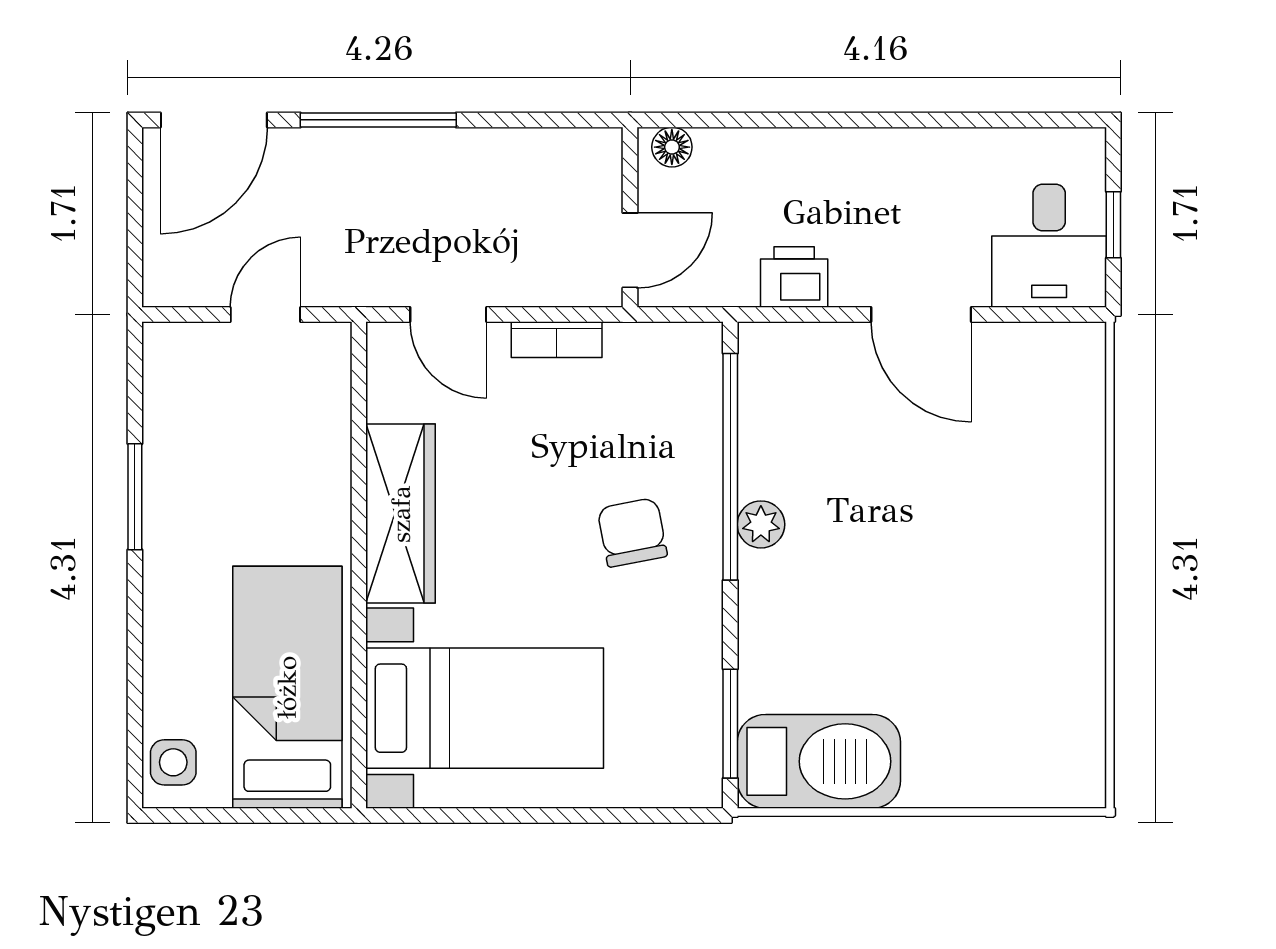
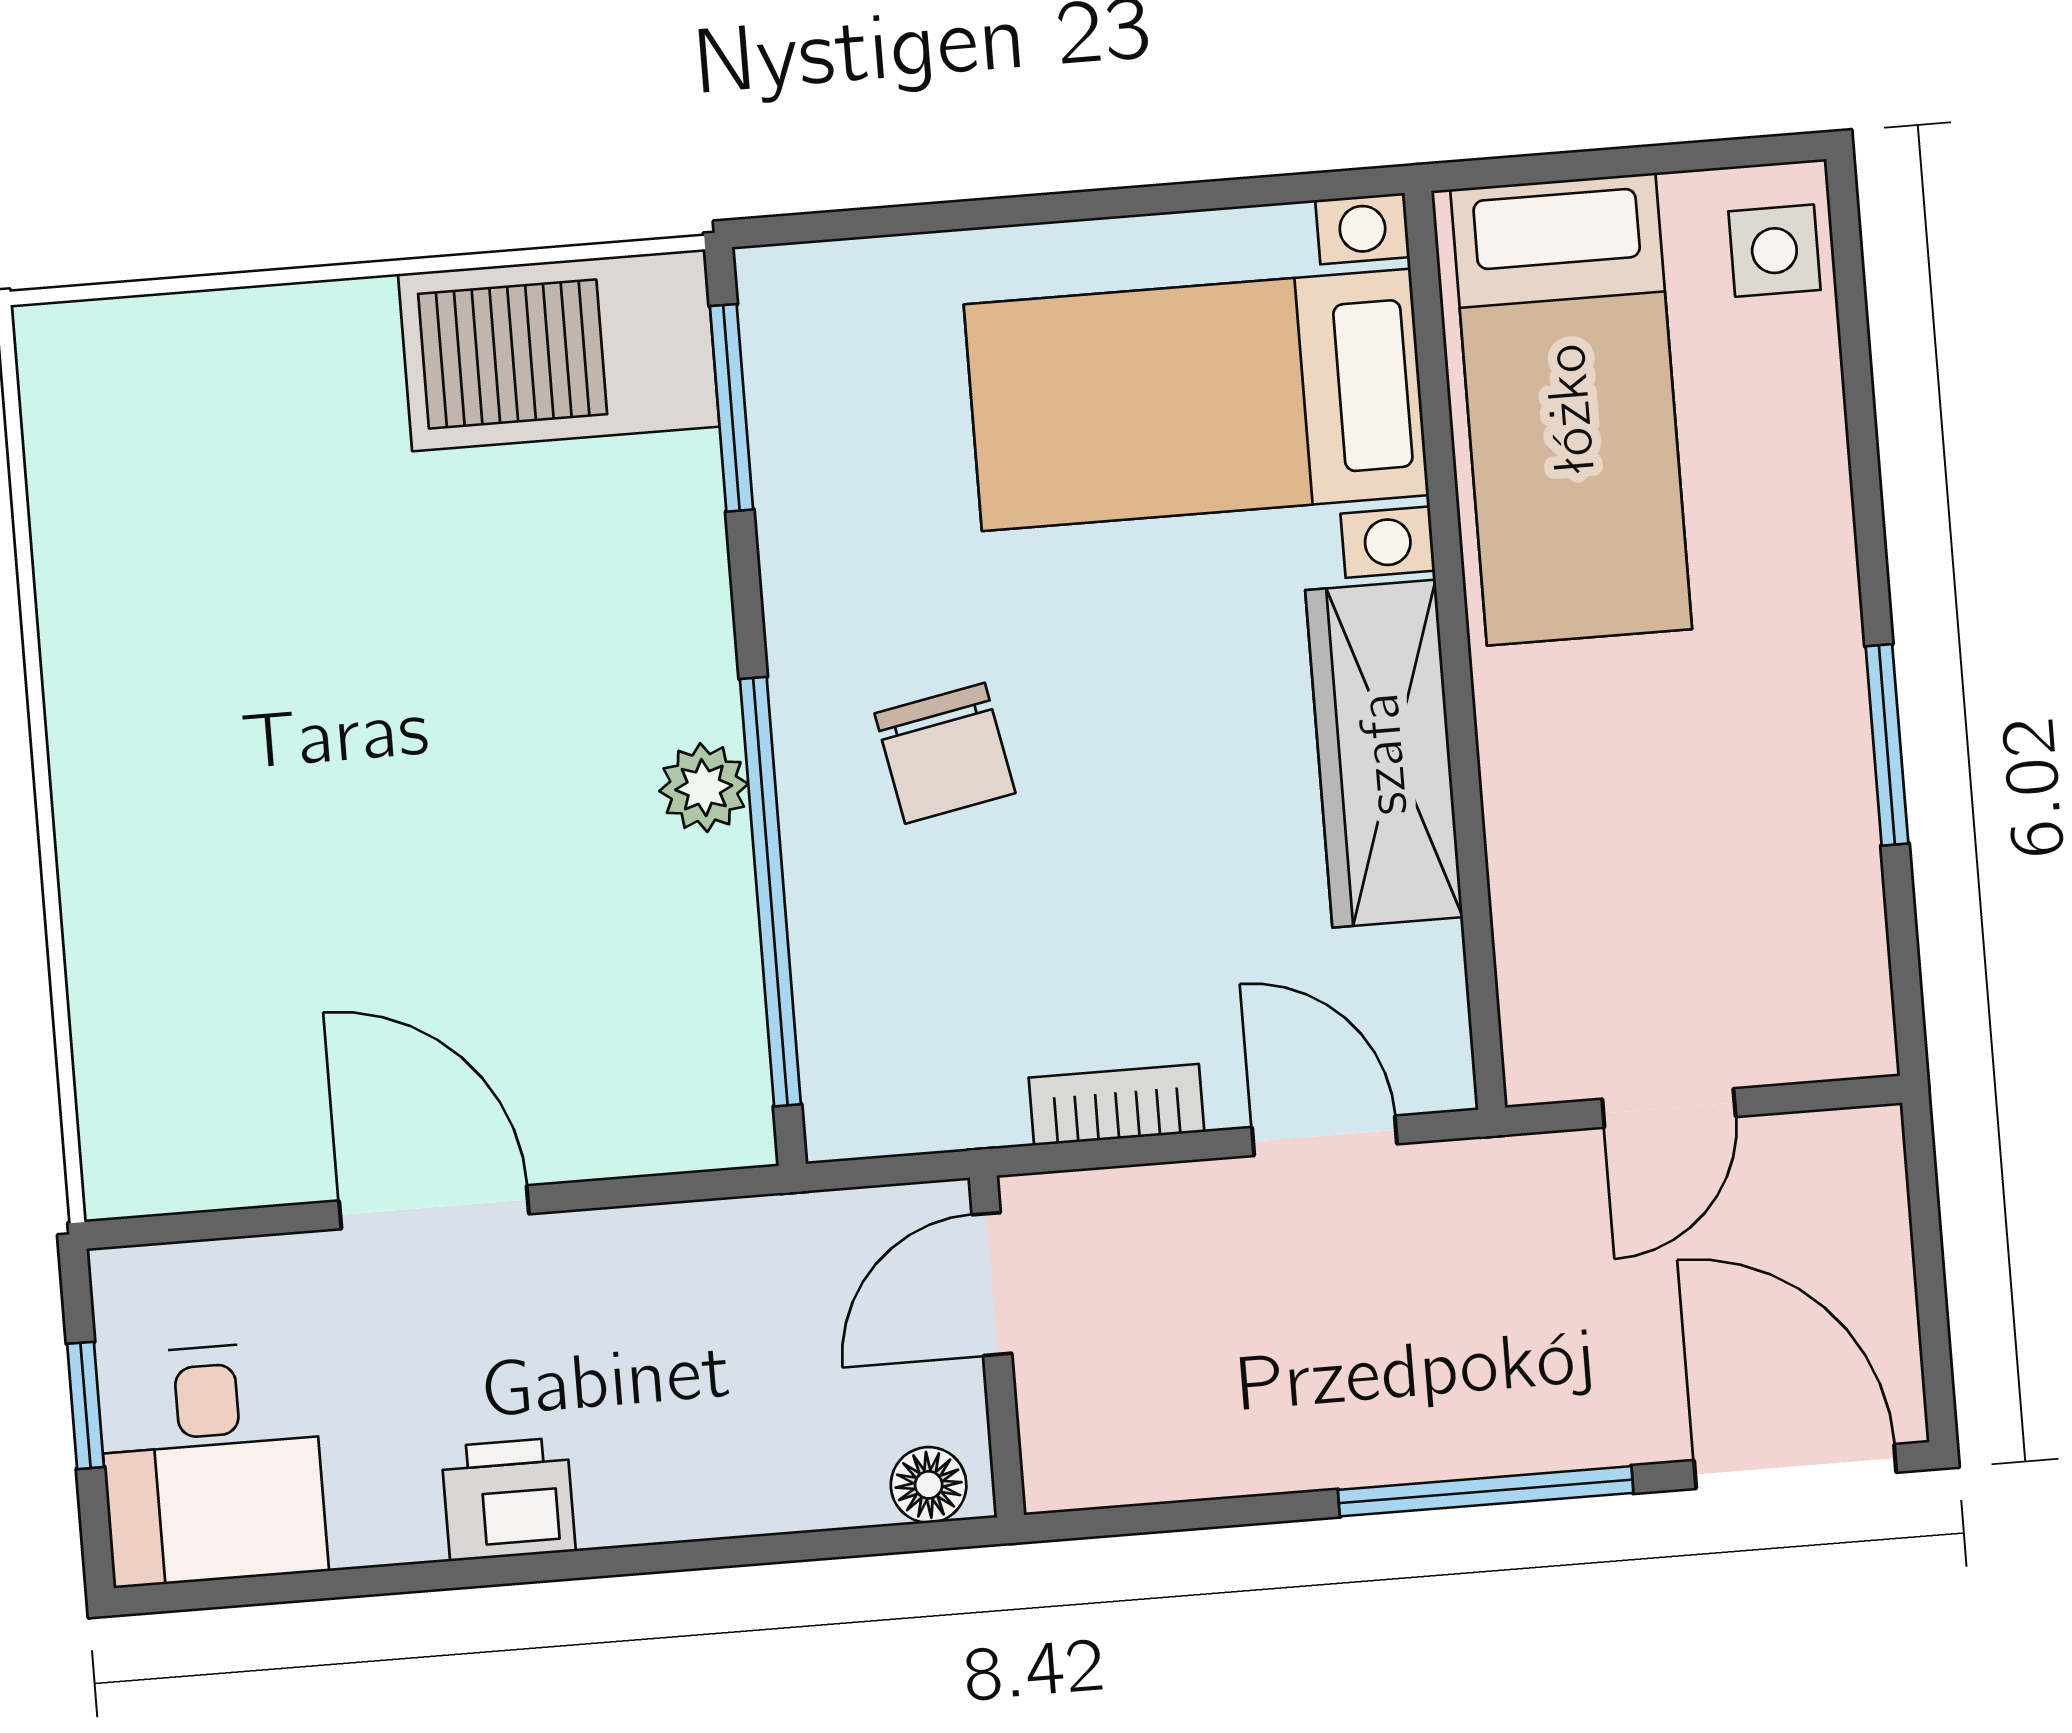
door: (214, 120) -> (1795, 1466), hinge flipped
desk: (1049, 246) -> (212, 1464), moved, turned 180
printer: (794, 277) -> (508, 1499), moved, turned 180

